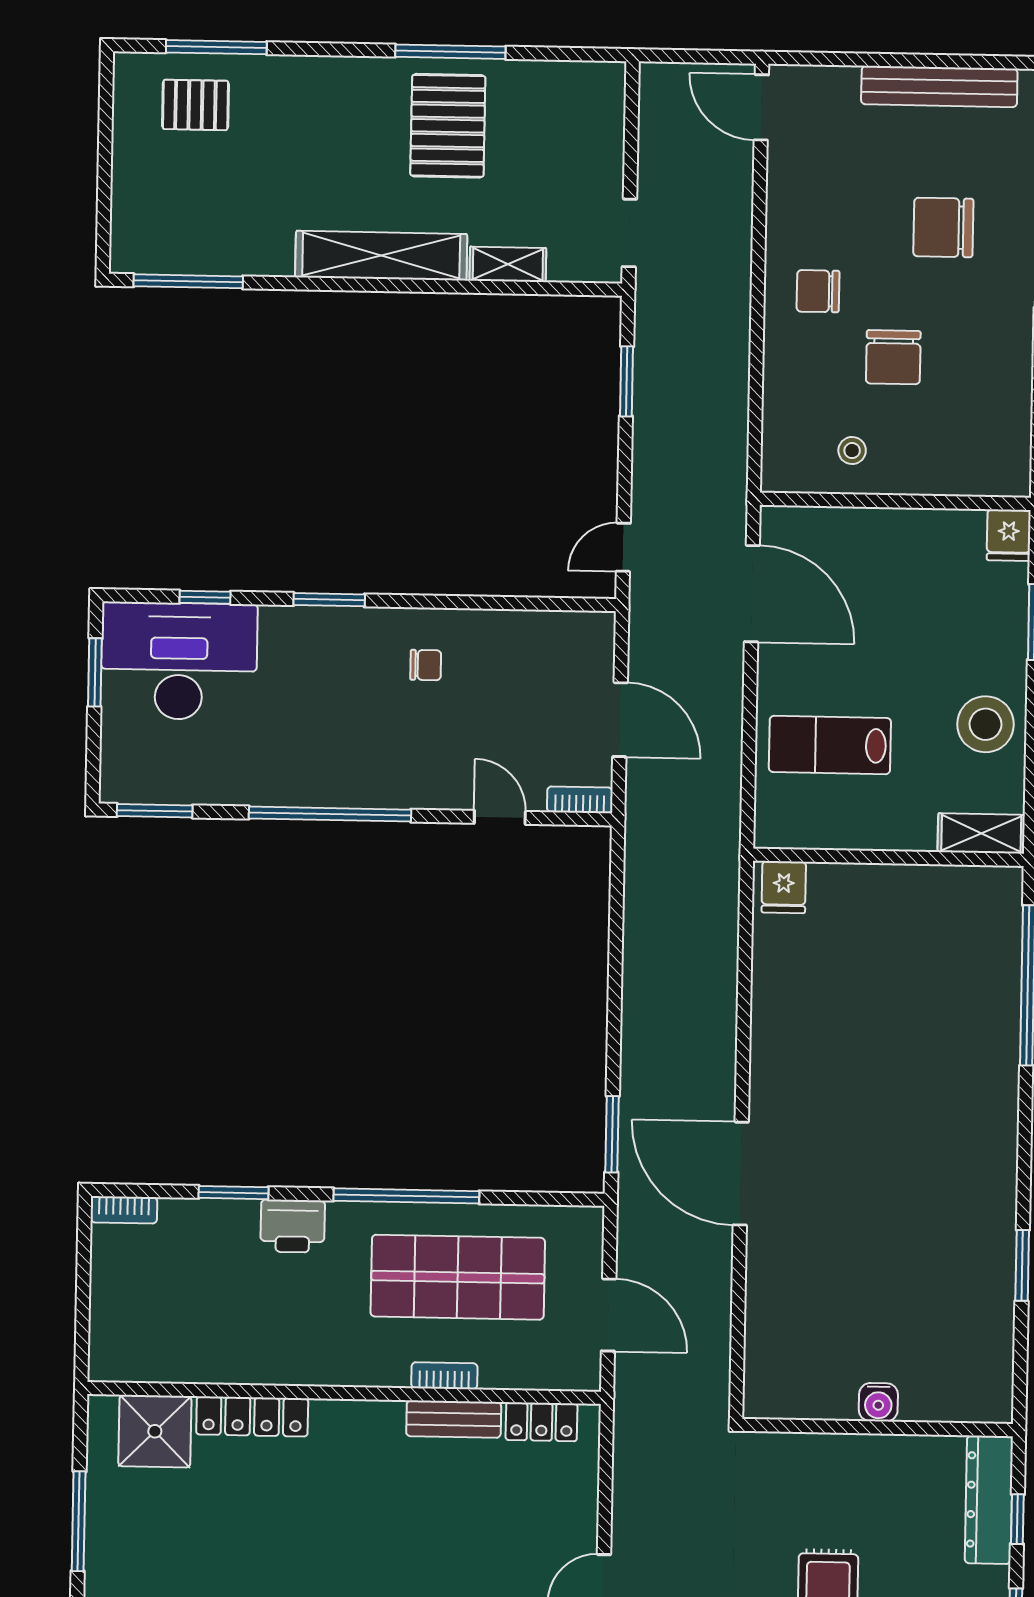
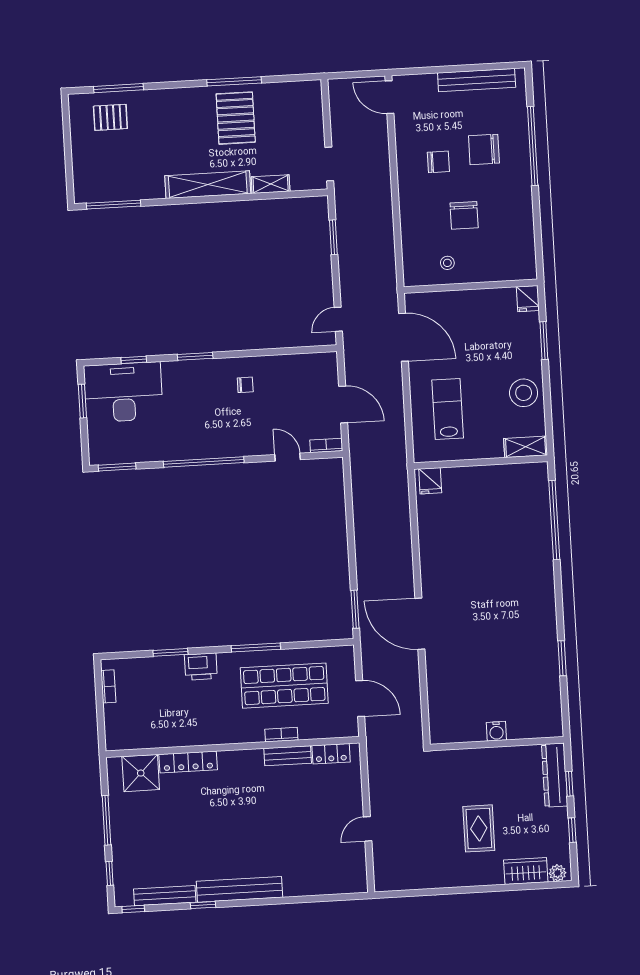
chair: (818, 291) -> (438, 162), moved, turned 180
lab bench: (830, 745) -> (448, 409), turned 90
window: (406, 1196) -> (256, 647), width x0.68
bookcase: (124, 1210) -> (108, 686), moved, turned -90

